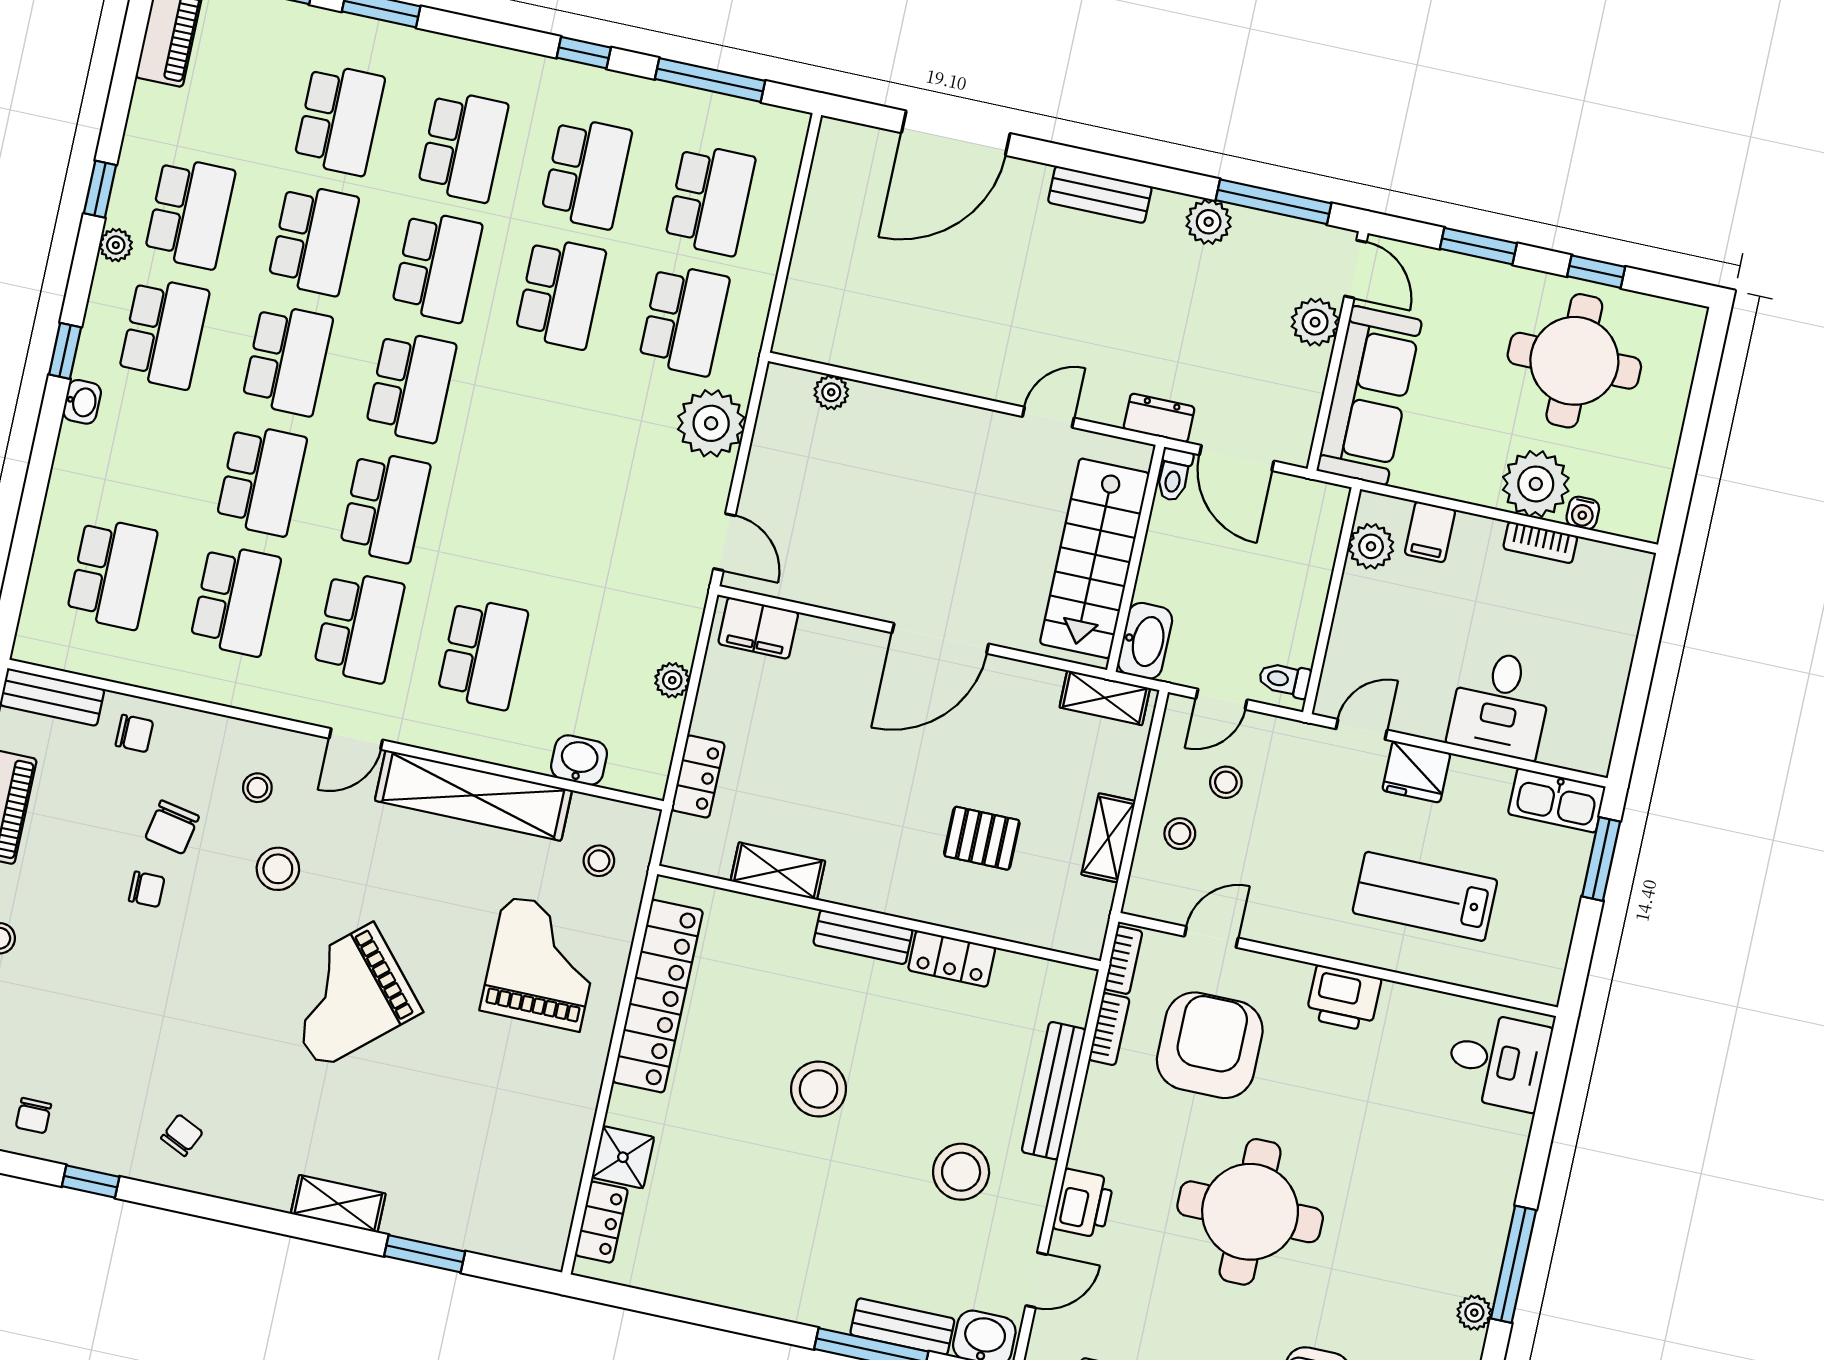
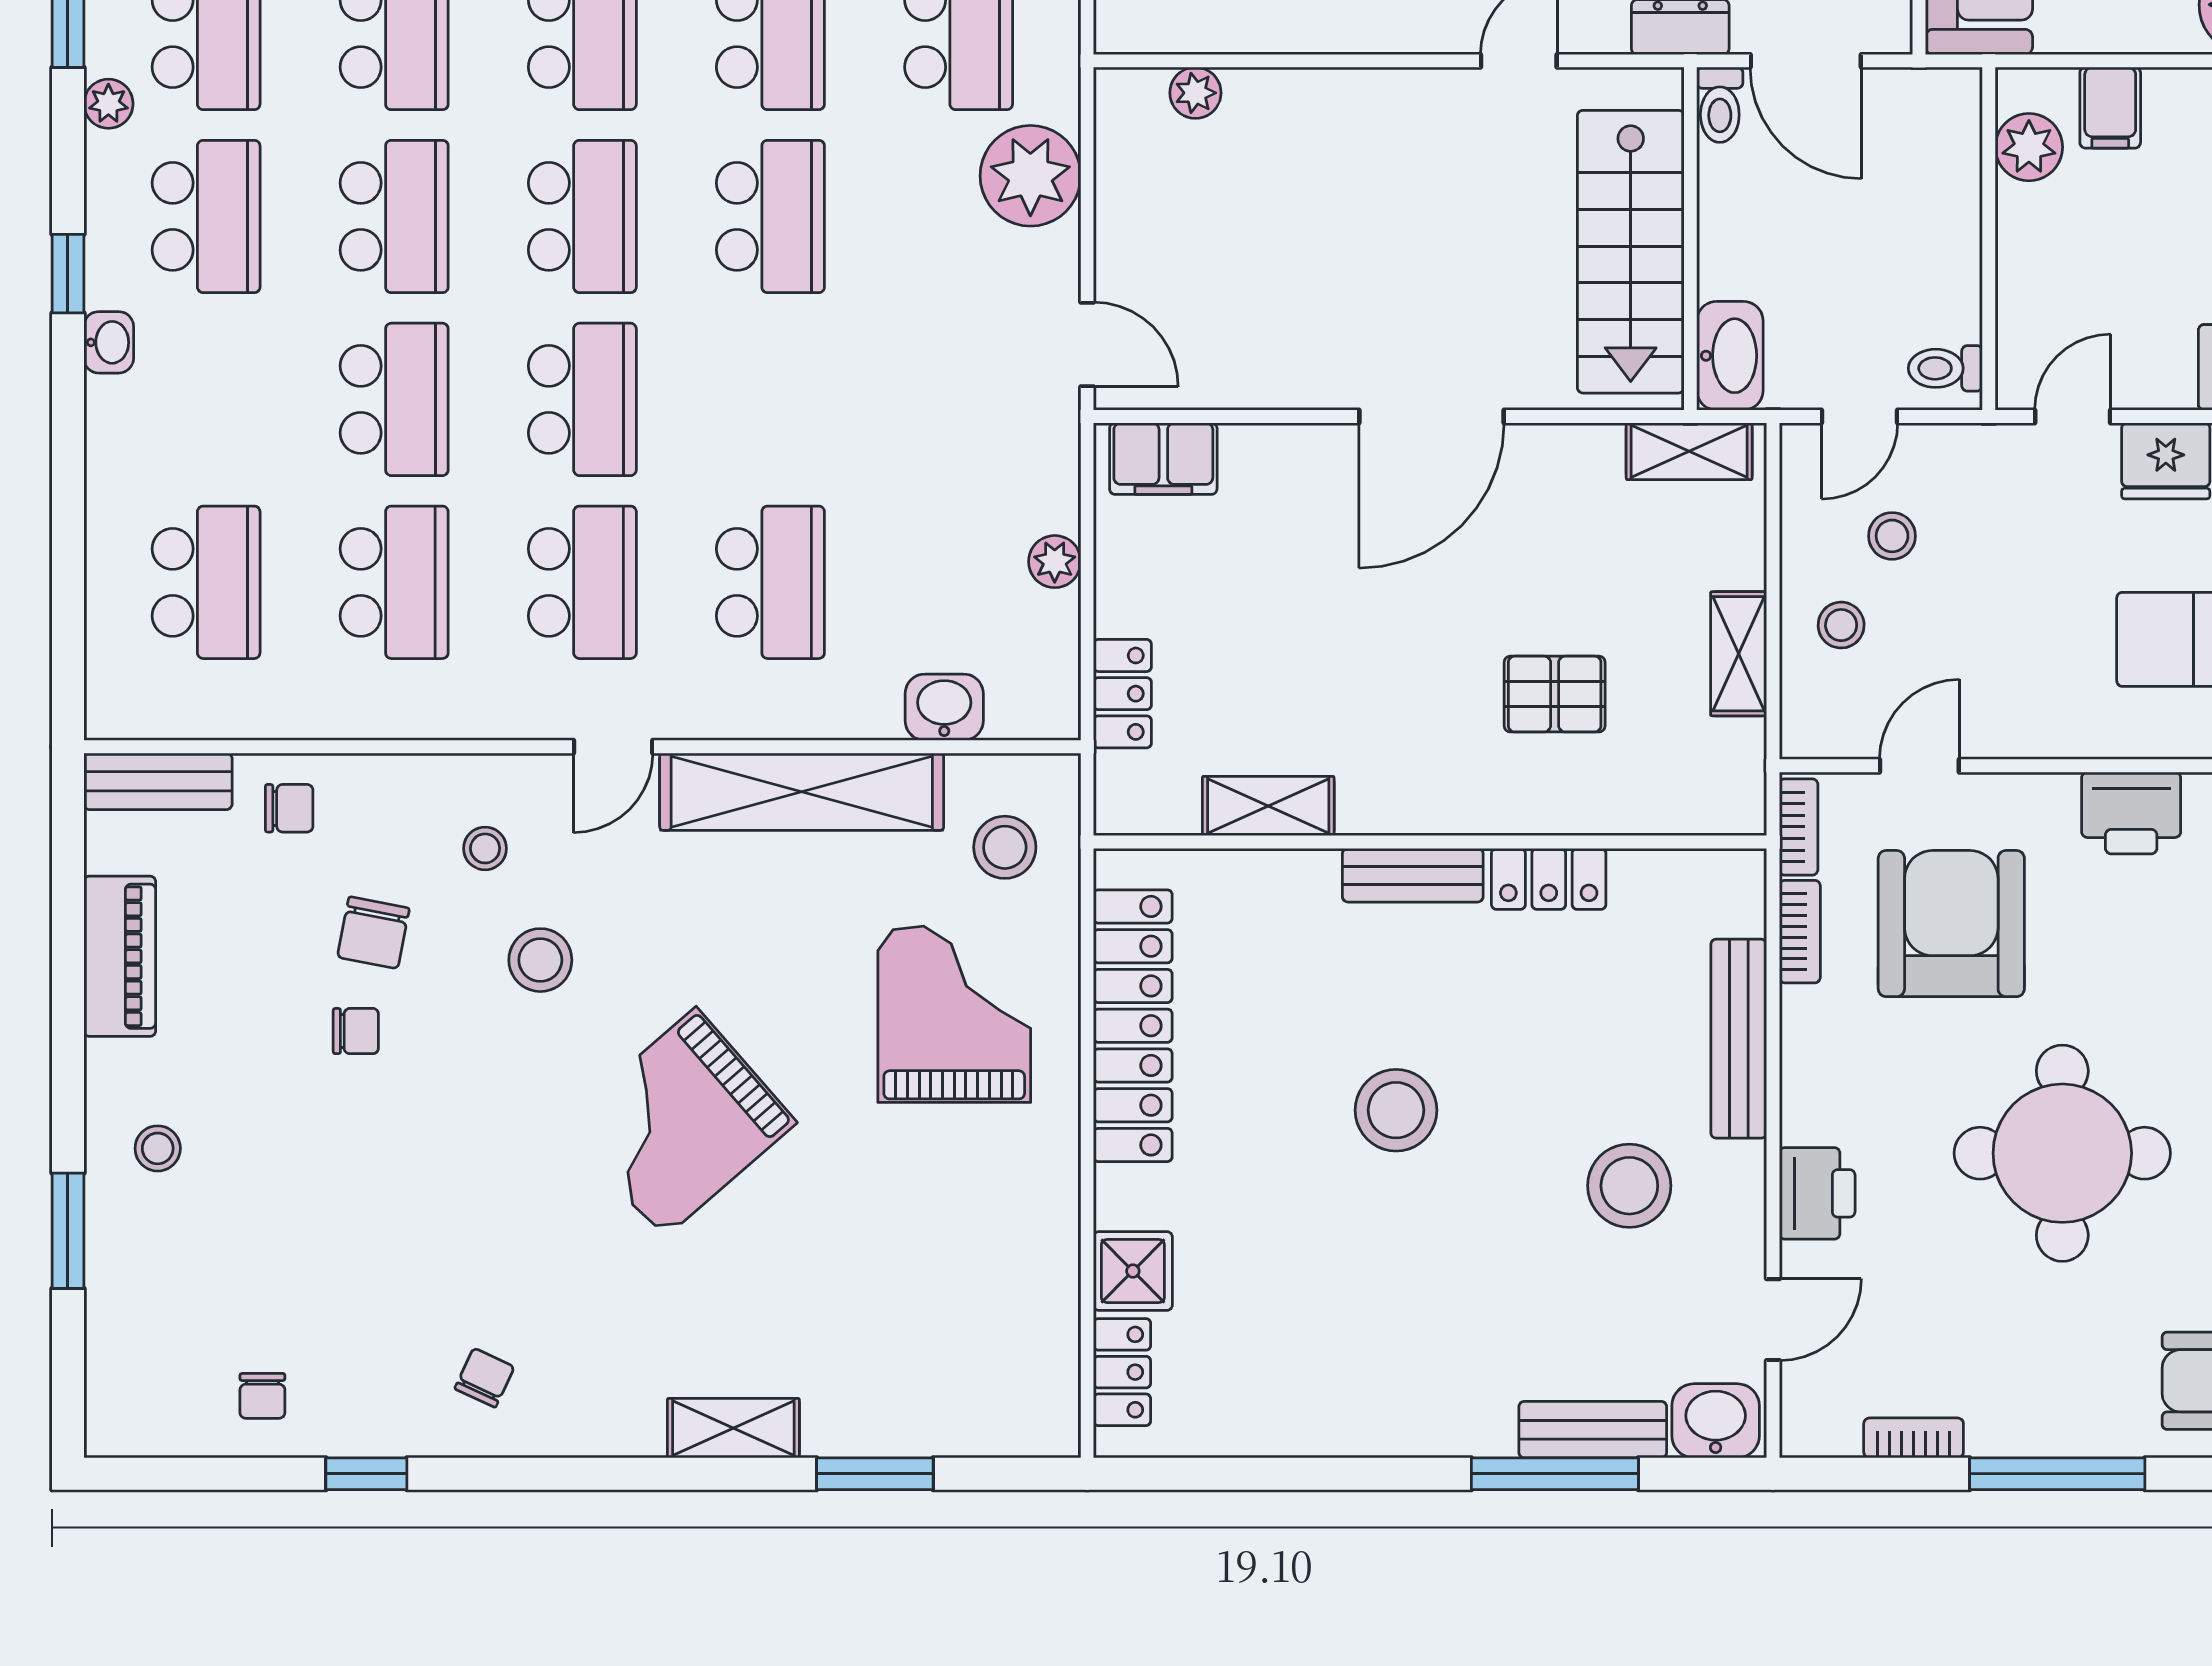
school desk: (535, 413) -> (770, 216), added
stool: (599, 861) -> (1005, 847), width x1.37, depth x1.37

